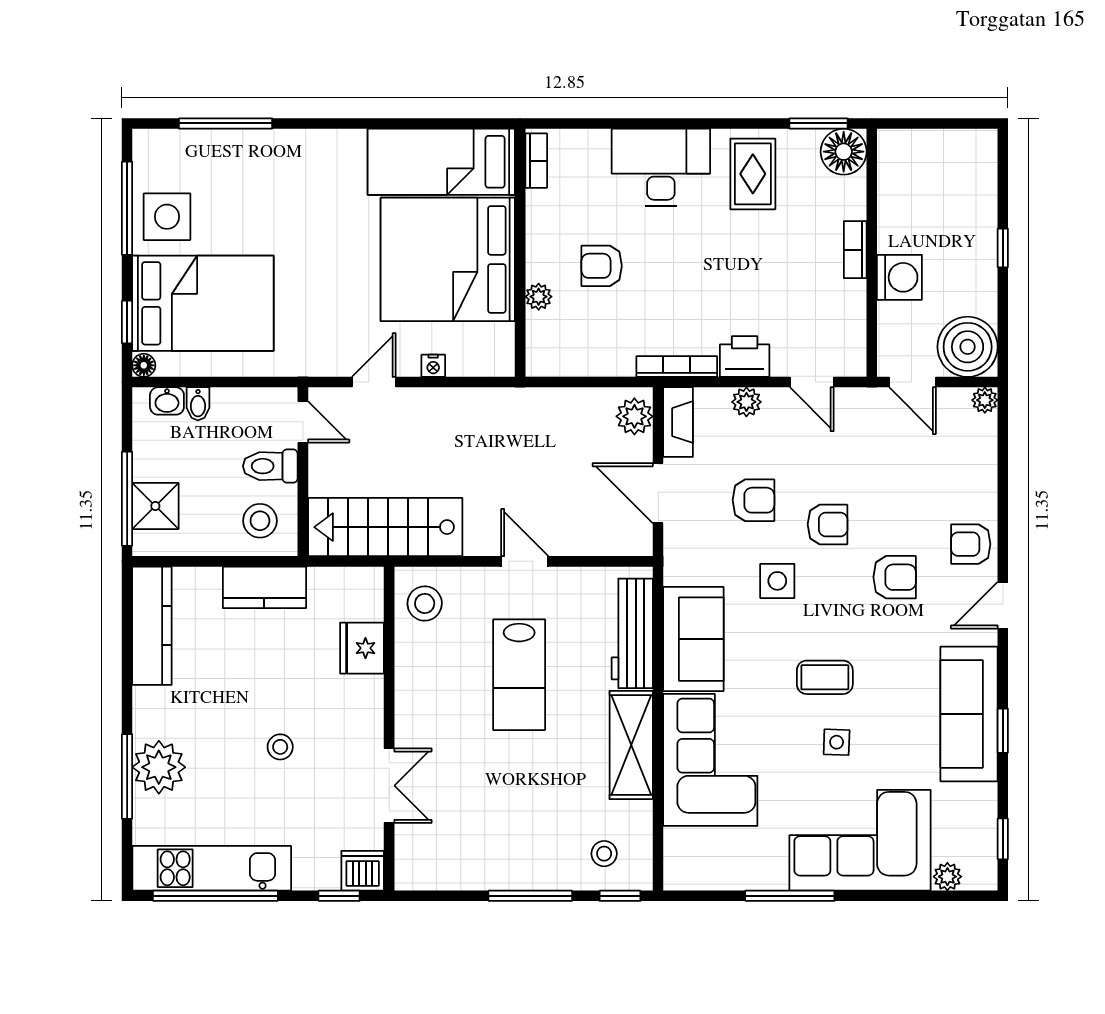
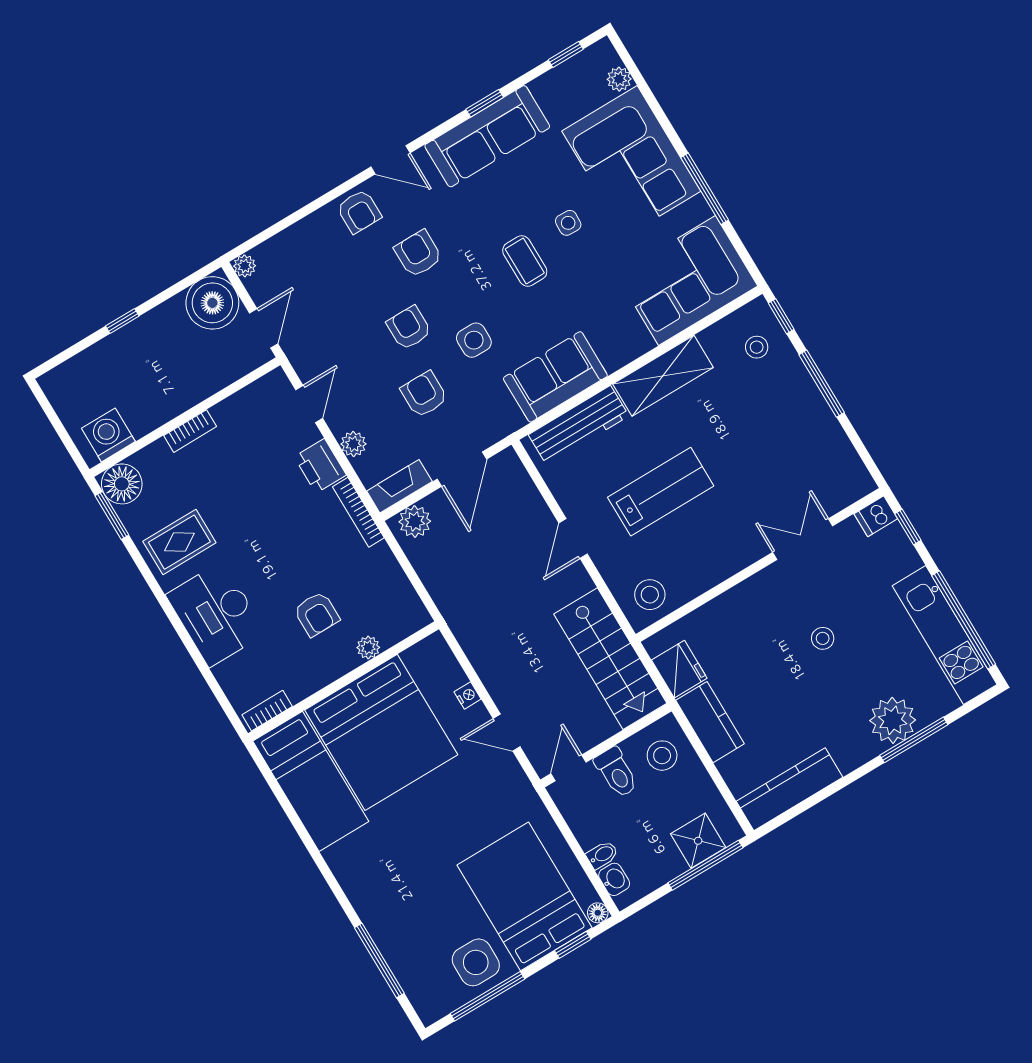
washing machine: (899, 277) -> (108, 435), moved
fridge: (362, 648) -> (679, 669), moved, turned -90
corner sofa: (710, 760) -> (687, 280), moved
dishwasher: (363, 871) -> (876, 516), width x0.73

